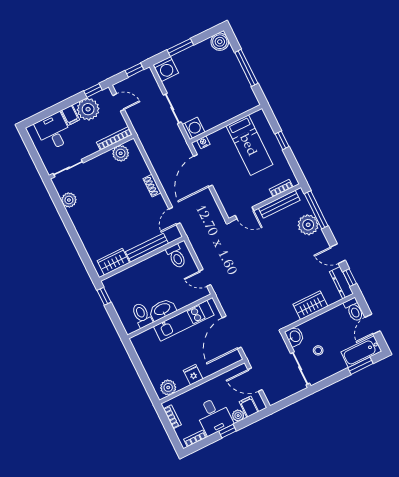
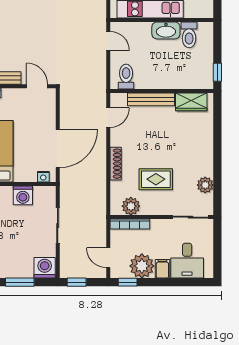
washing machine: (194, 128) -> (23, 195), moved, turned -90
rug: (111, 185) -> (156, 179), added
shoe rack: (152, 186) -> (116, 164), width x1.43

